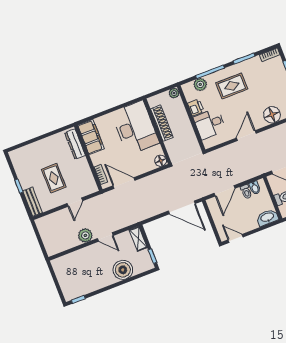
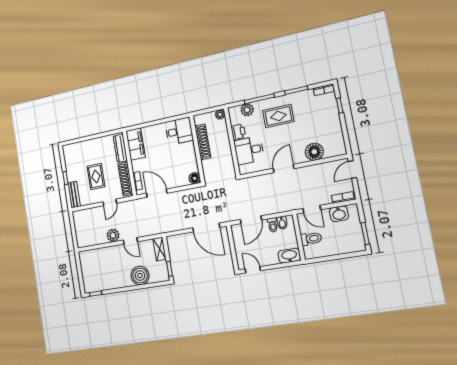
desk: (135, 128) -> (179, 131), width x0.53, depth x0.77
shoe rack: (87, 175) -> (125, 179), added

